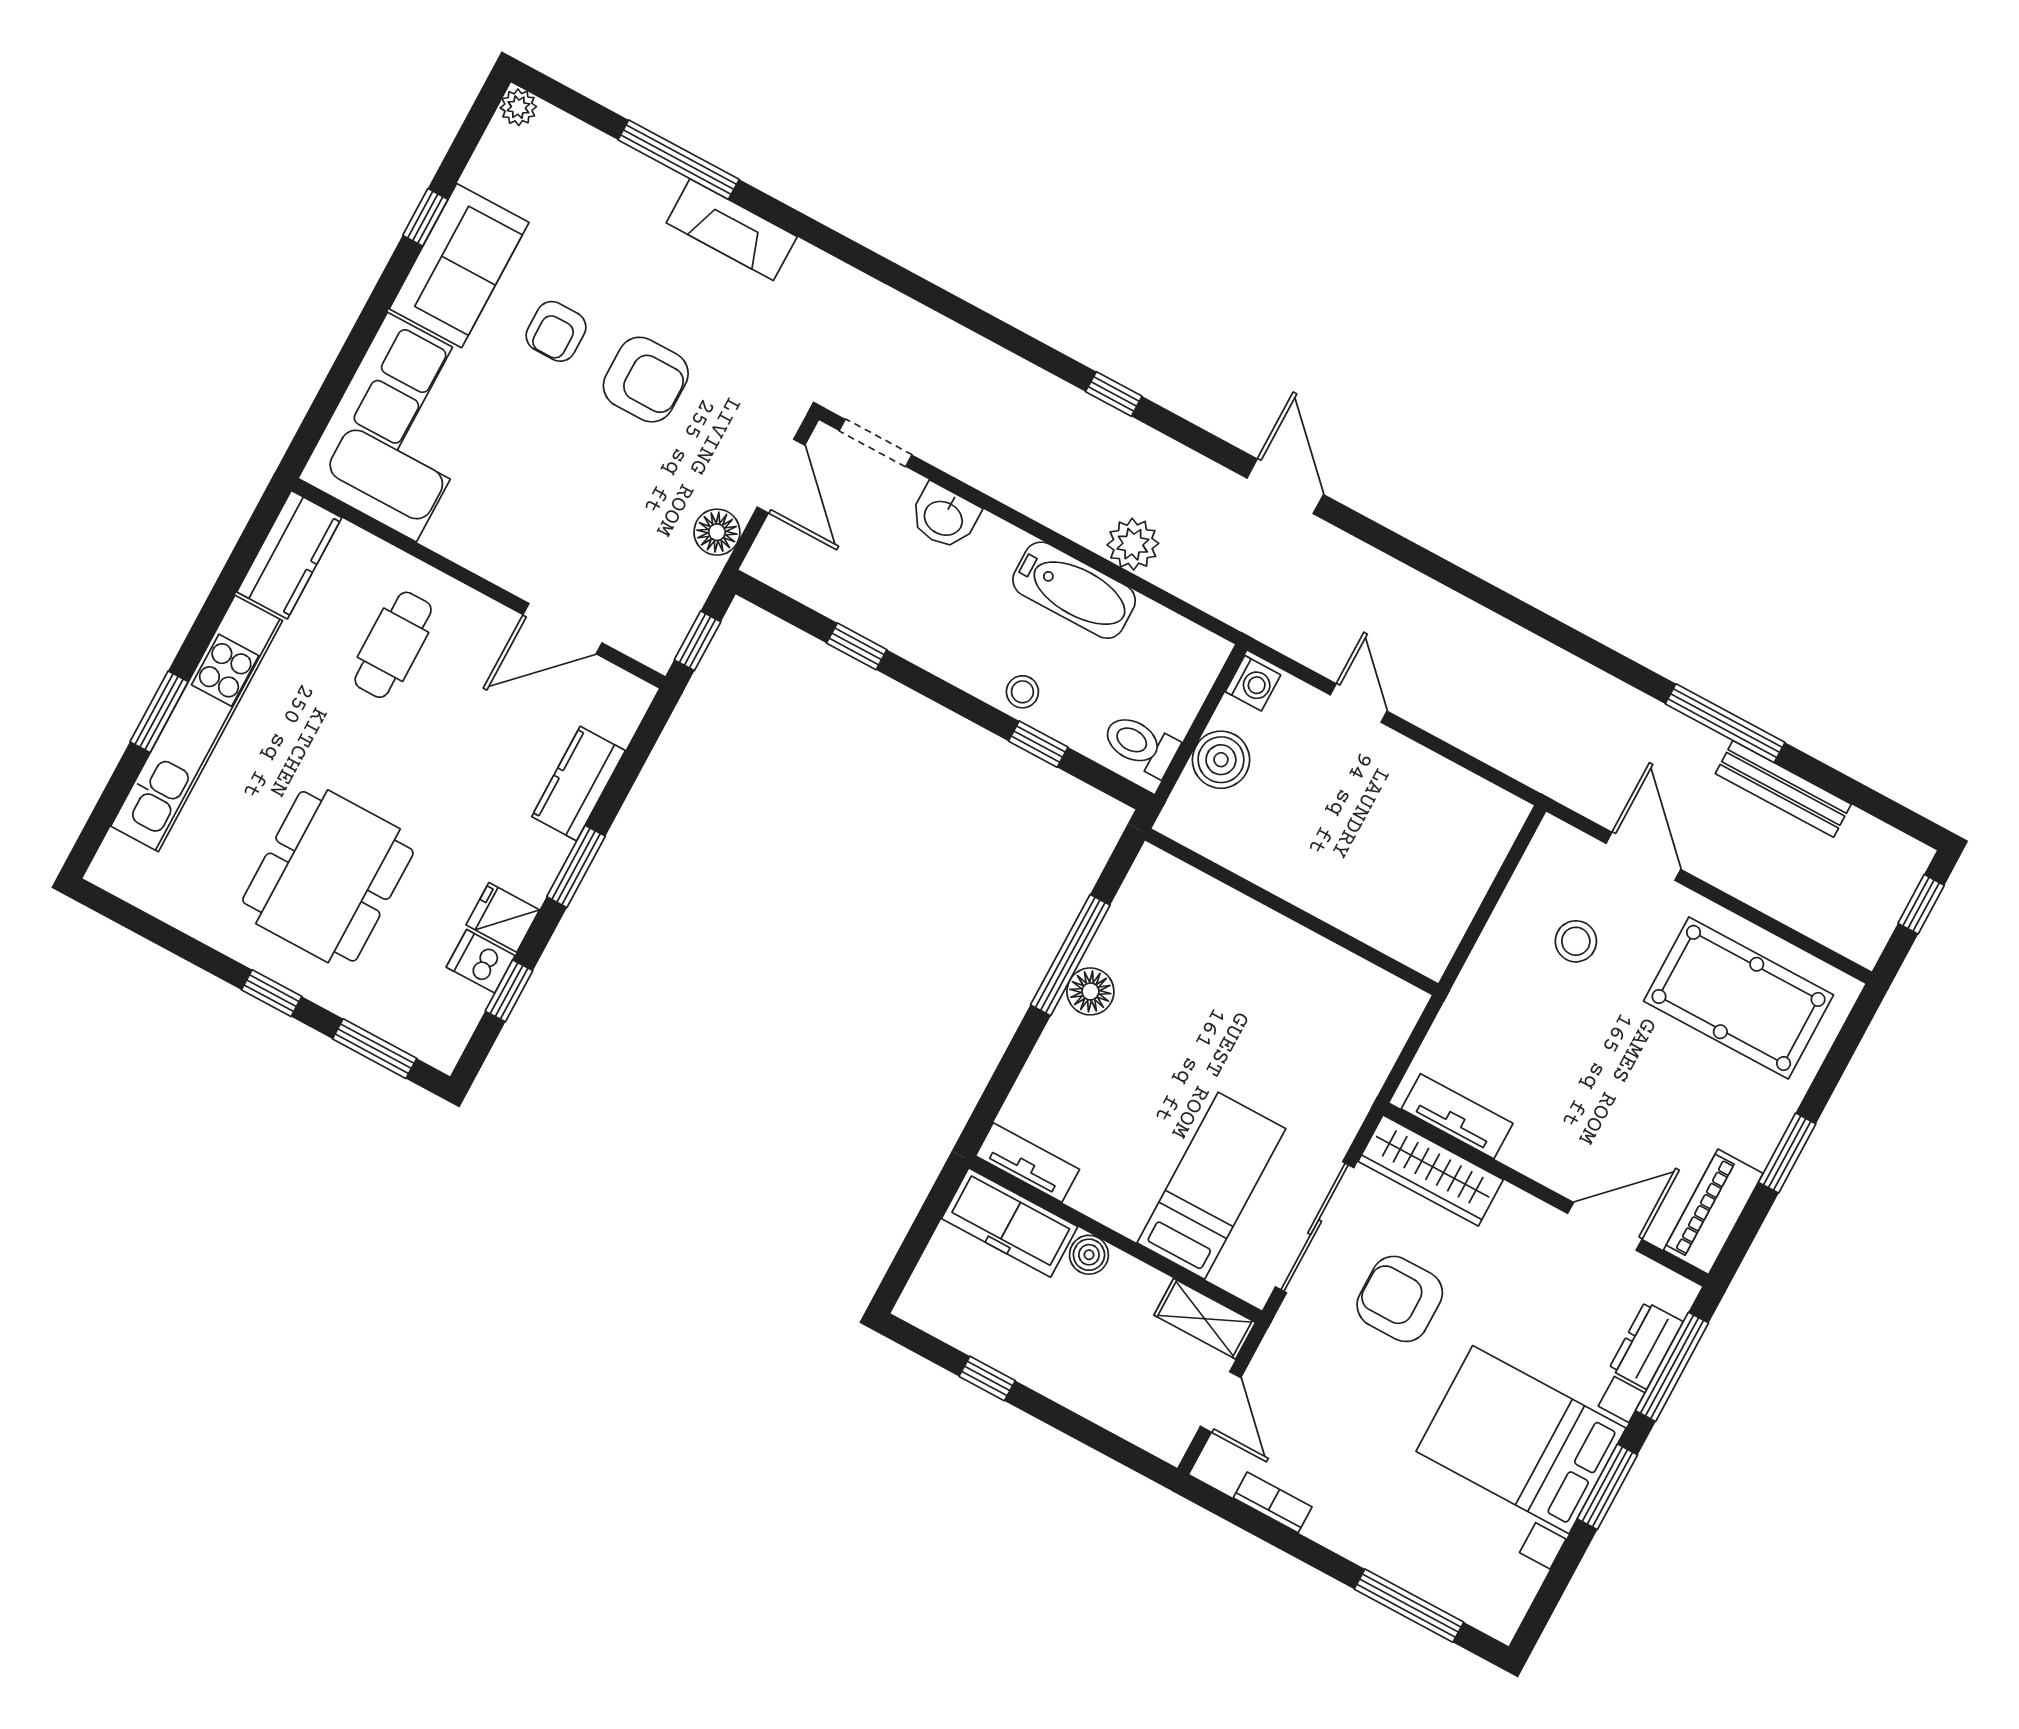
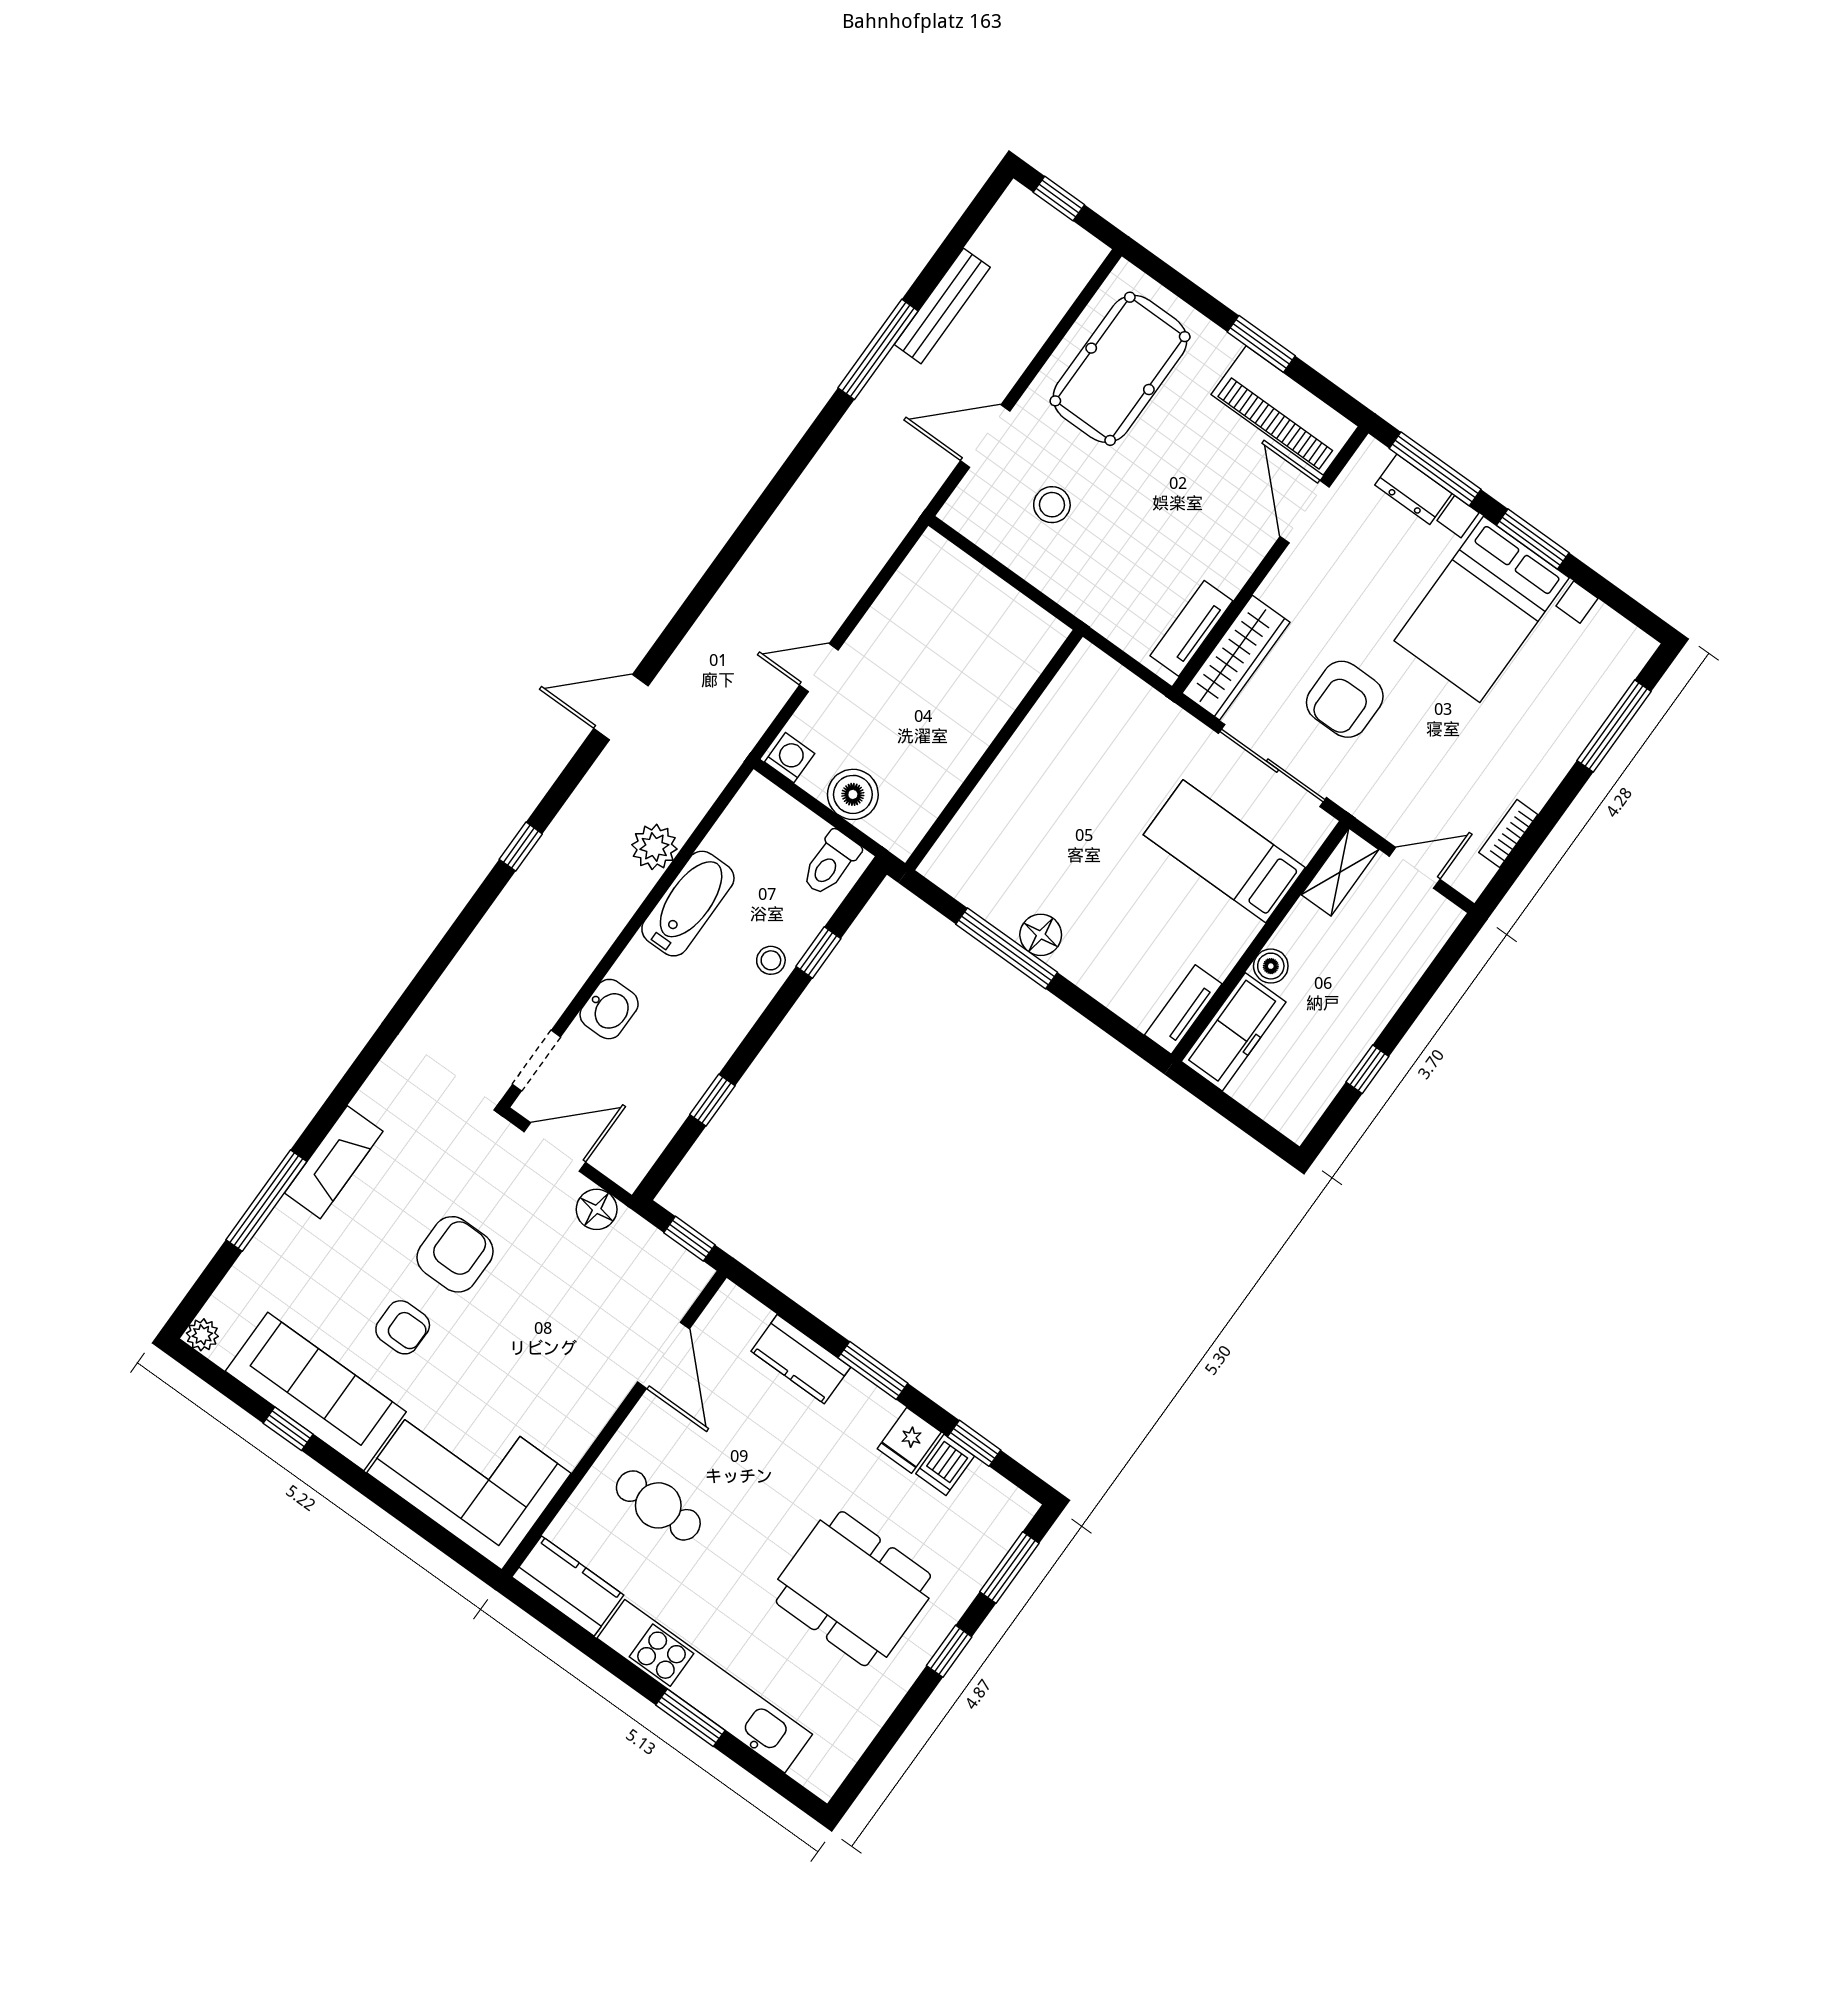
sofa: (459, 266) -> (316, 1391), width x1.36
piano: (1713, 1212) -> (1285, 410), width x1.37, depth x1.33

